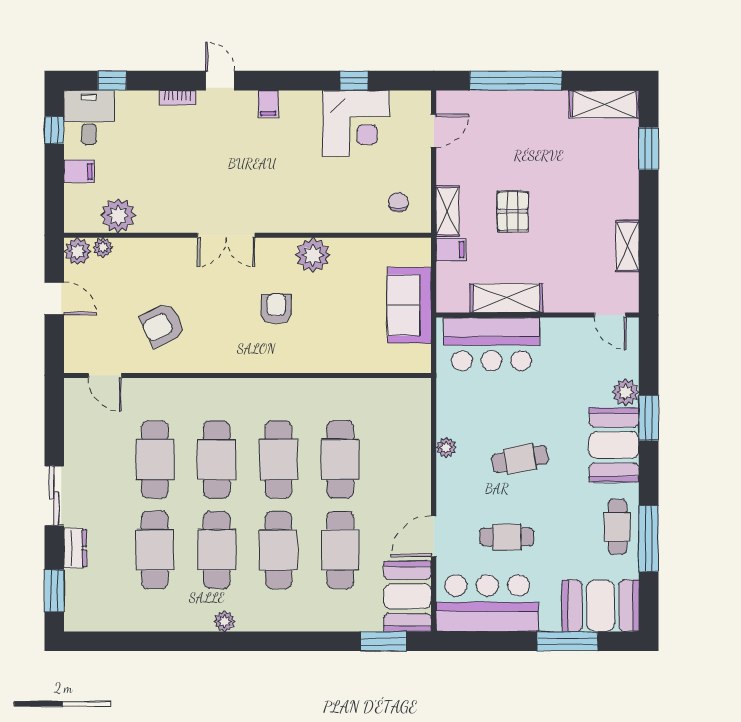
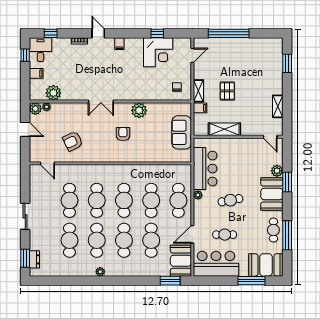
shelving: (604, 104) -> (268, 44), removed
bar counter: (491, 344) -> (205, 169), moved, turned -90
cafe table: (402, 459) -> (178, 200), added
dresser: (75, 548) -> (34, 259), moved

